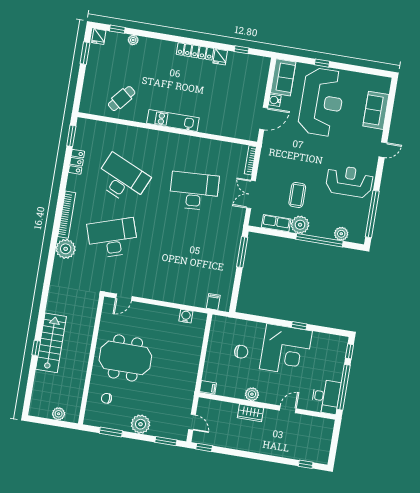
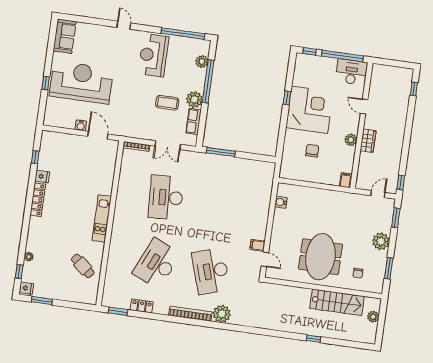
sofa: (283, 77) -> (60, 118), removed
sofa: (376, 110) -> (65, 36), moved, turned -90
filing cabinet: (213, 302) -> (257, 245), moved
stairs: (51, 343) -> (337, 302), moved, turned 180

